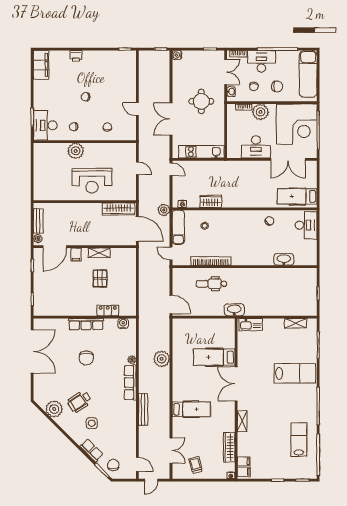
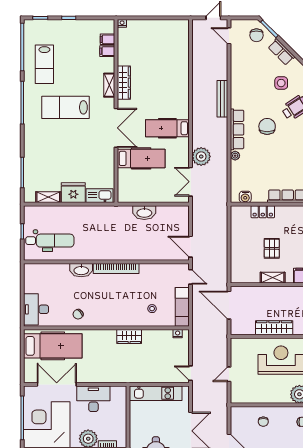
door: (137, 168) -> (229, 374), hinge flipped
hospital bed: (297, 196) -> (53, 346), width x1.37, depth x1.29
wardrobe: (211, 201) -> (129, 336), moved
wardrobe: (119, 209) -> (274, 328), moved
plant: (164, 210) -> (199, 327), removed
washbasin: (284, 259) -> (81, 270), moved
bookcase: (211, 261) -> (116, 268), moved
dental chair: (211, 284) -> (50, 241), moved, width x1.36, depth x1.38
door: (171, 304) -> (191, 247), moved
washbasin: (234, 310) -> (144, 213), moved
fridge: (274, 327) -> (73, 193), added
chair: (86, 358) -> (267, 126), moved
lab bench: (295, 373) -> (65, 107), moved
hospital bed: (191, 409) -> (167, 128), moved
wardrobe: (229, 447) -> (124, 83), moved
double door: (171, 451) -> (191, 182), moved
trolley: (196, 465) -> (162, 35), removed
filing cabinet: (244, 472) -> (107, 51), moved

